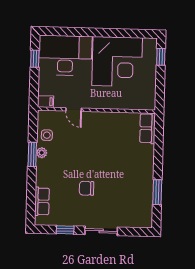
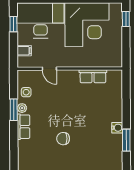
filing cabinet: (46, 102) -> (24, 51), moved
row of seats: (147, 128) -> (93, 76), moved, turned -90
water cooler: (147, 178) -> (117, 128), added
row of seats: (42, 201) -> (24, 127), moved

